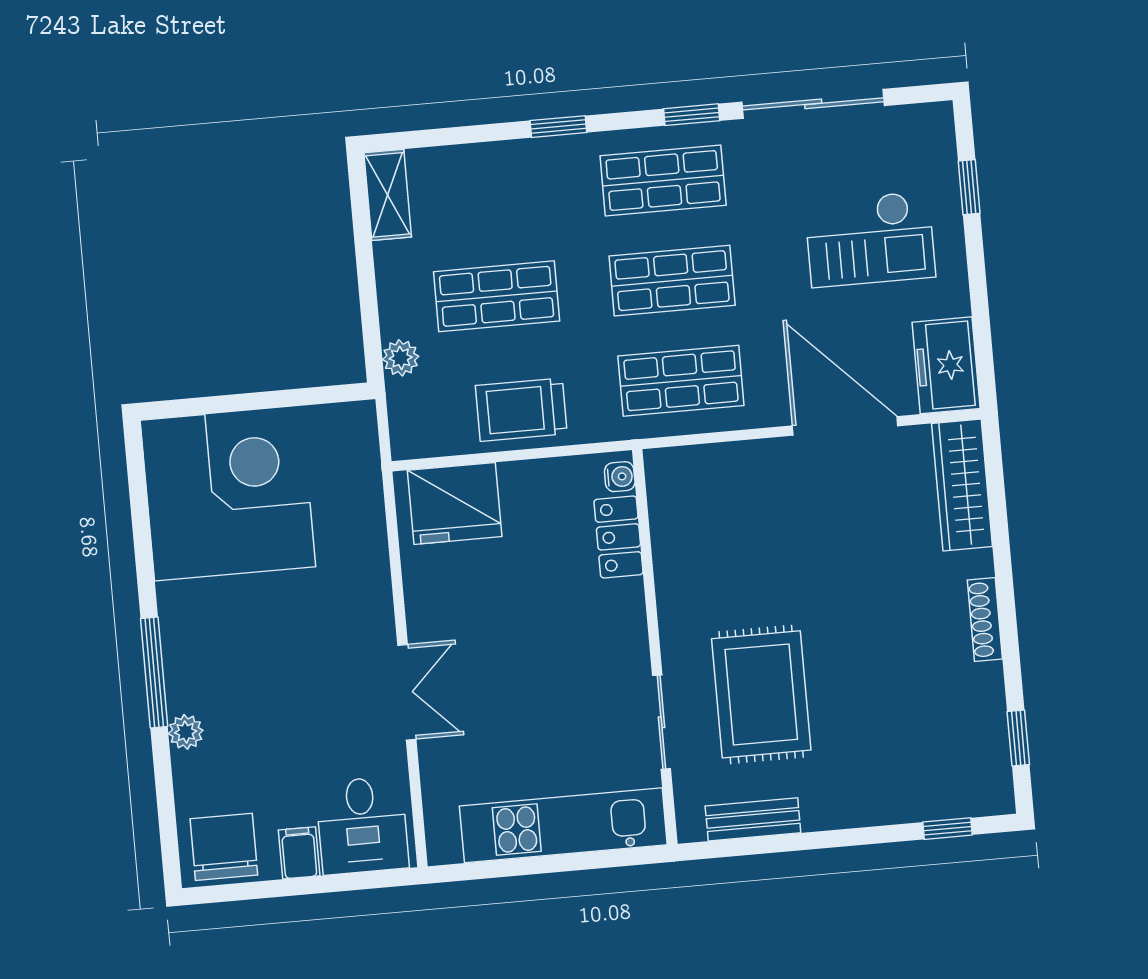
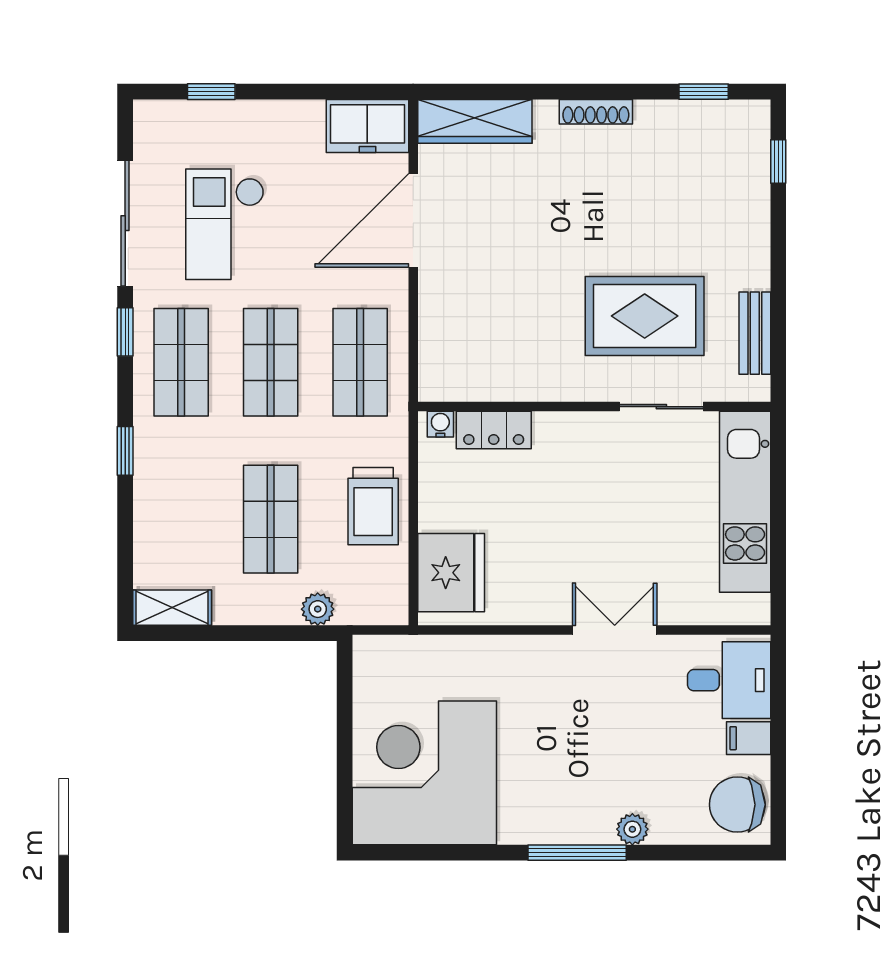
checkout: (870, 239) -> (225, 224), moved, turned 180

